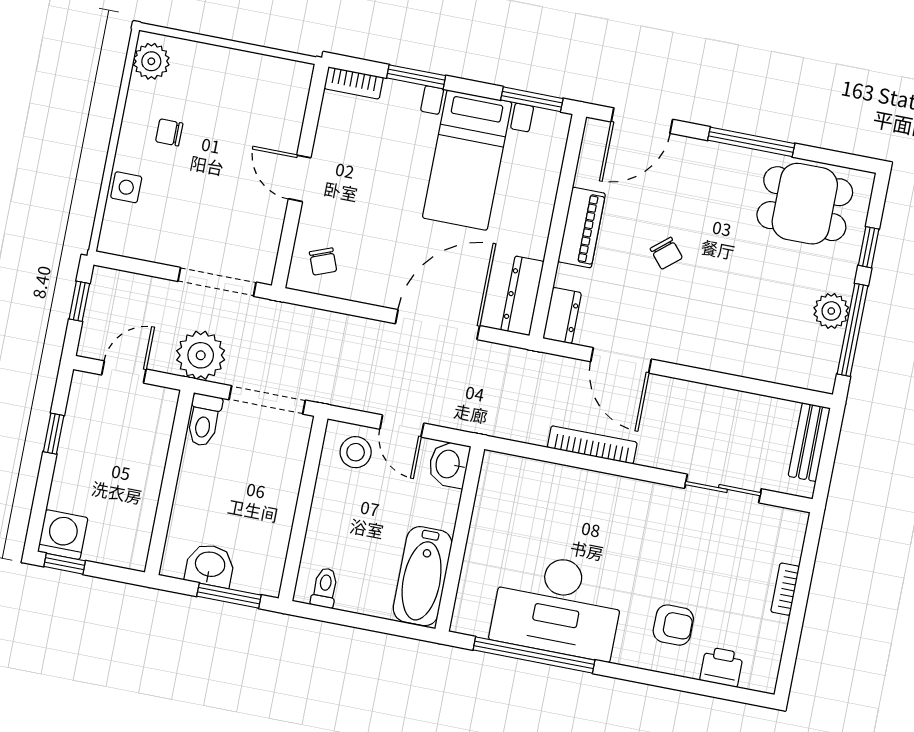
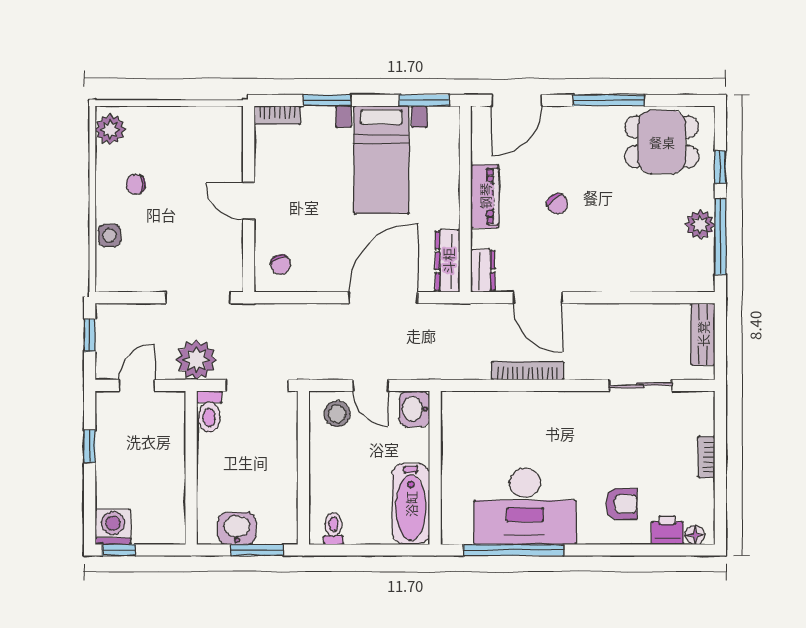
floor lamp: (753, 679) -> (695, 535), added

